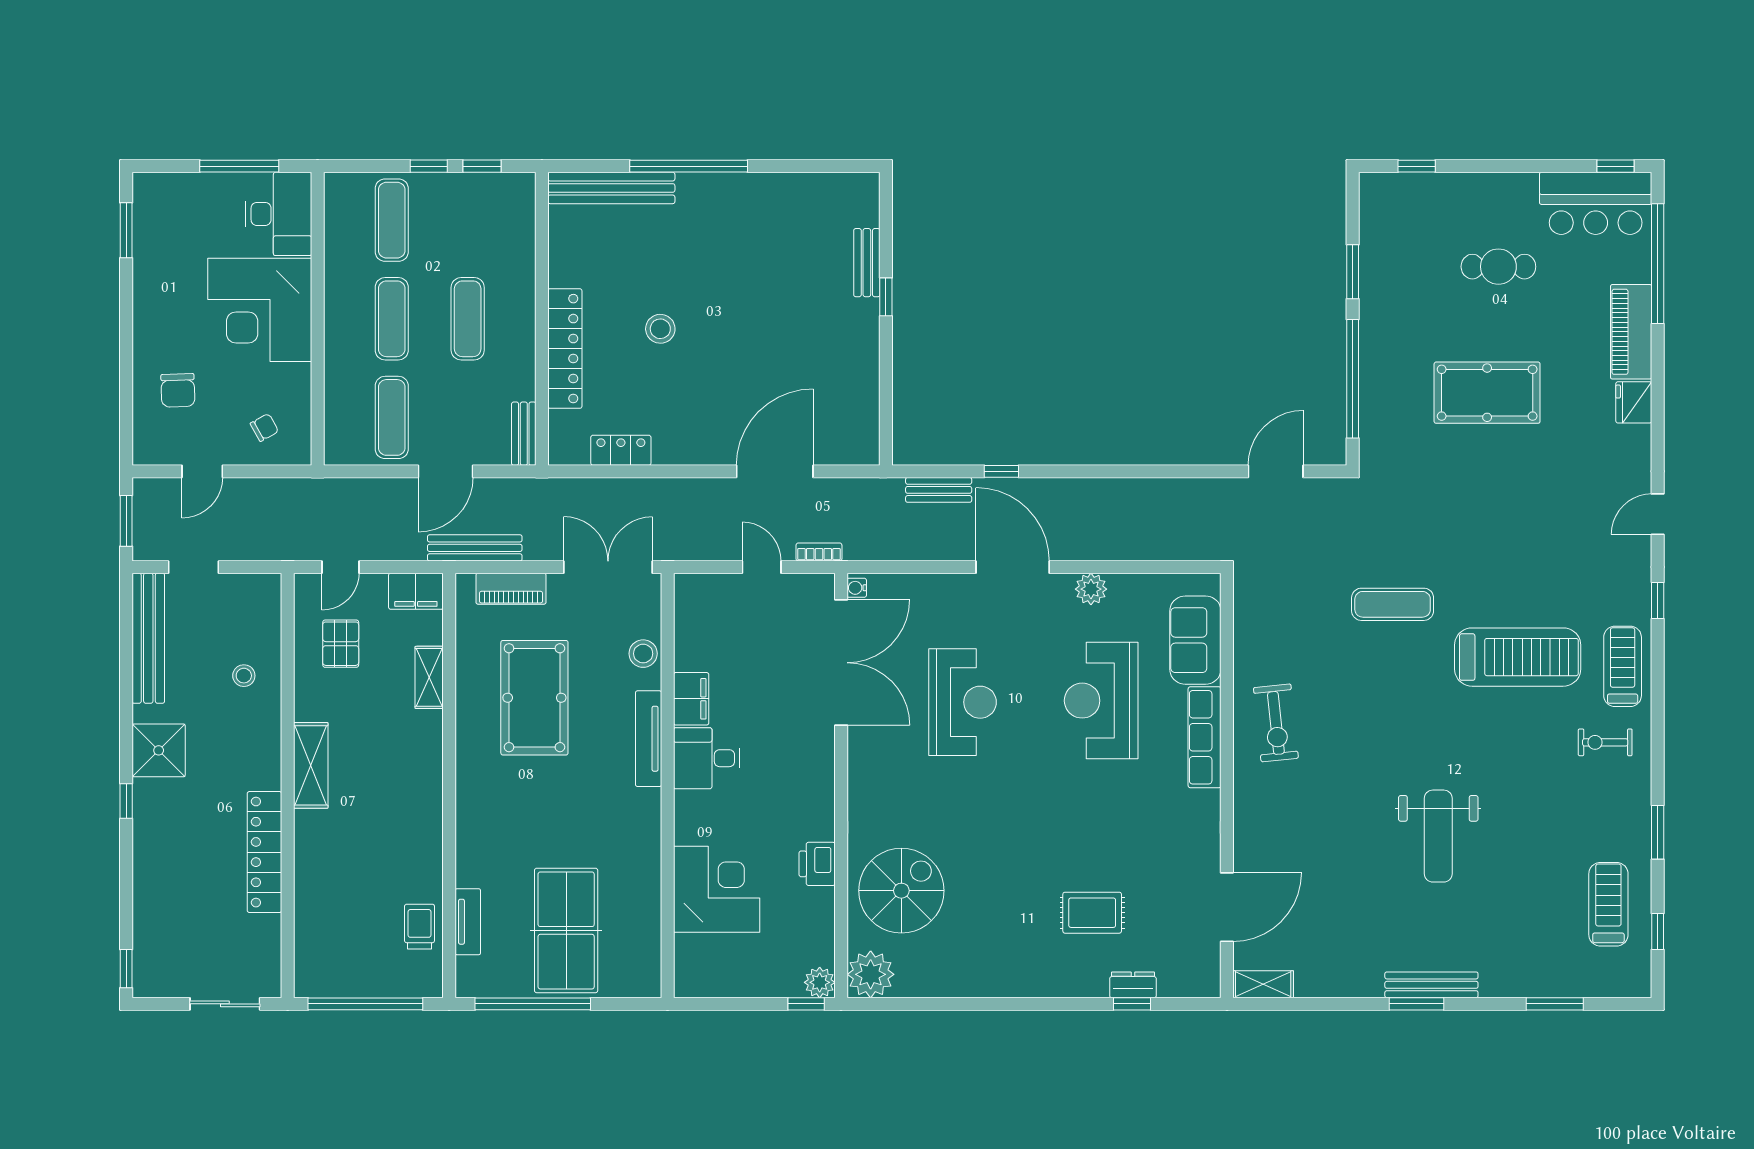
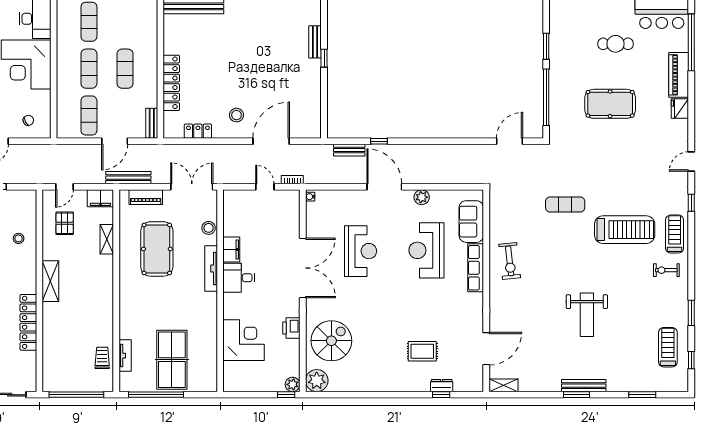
stool: (660, 329) -> (236, 115), moved
double door: (841, 663) -> (303, 268), moved

